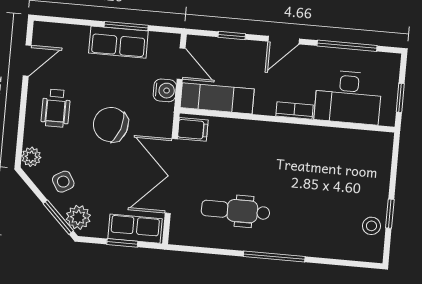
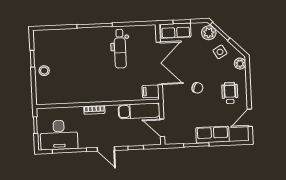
door: (284, 40) -> (106, 149), swing flipped
row of seats: (118, 42) -> (213, 135), moved
water cooler: (165, 90) -> (169, 111), removed
desk: (348, 97) -> (59, 135), moved, turned 180
chair: (111, 125) -> (197, 88), width x0.54, depth x0.54
dental chair: (236, 211) -> (120, 49), turned 90
stool: (371, 226) -> (44, 71), moved

